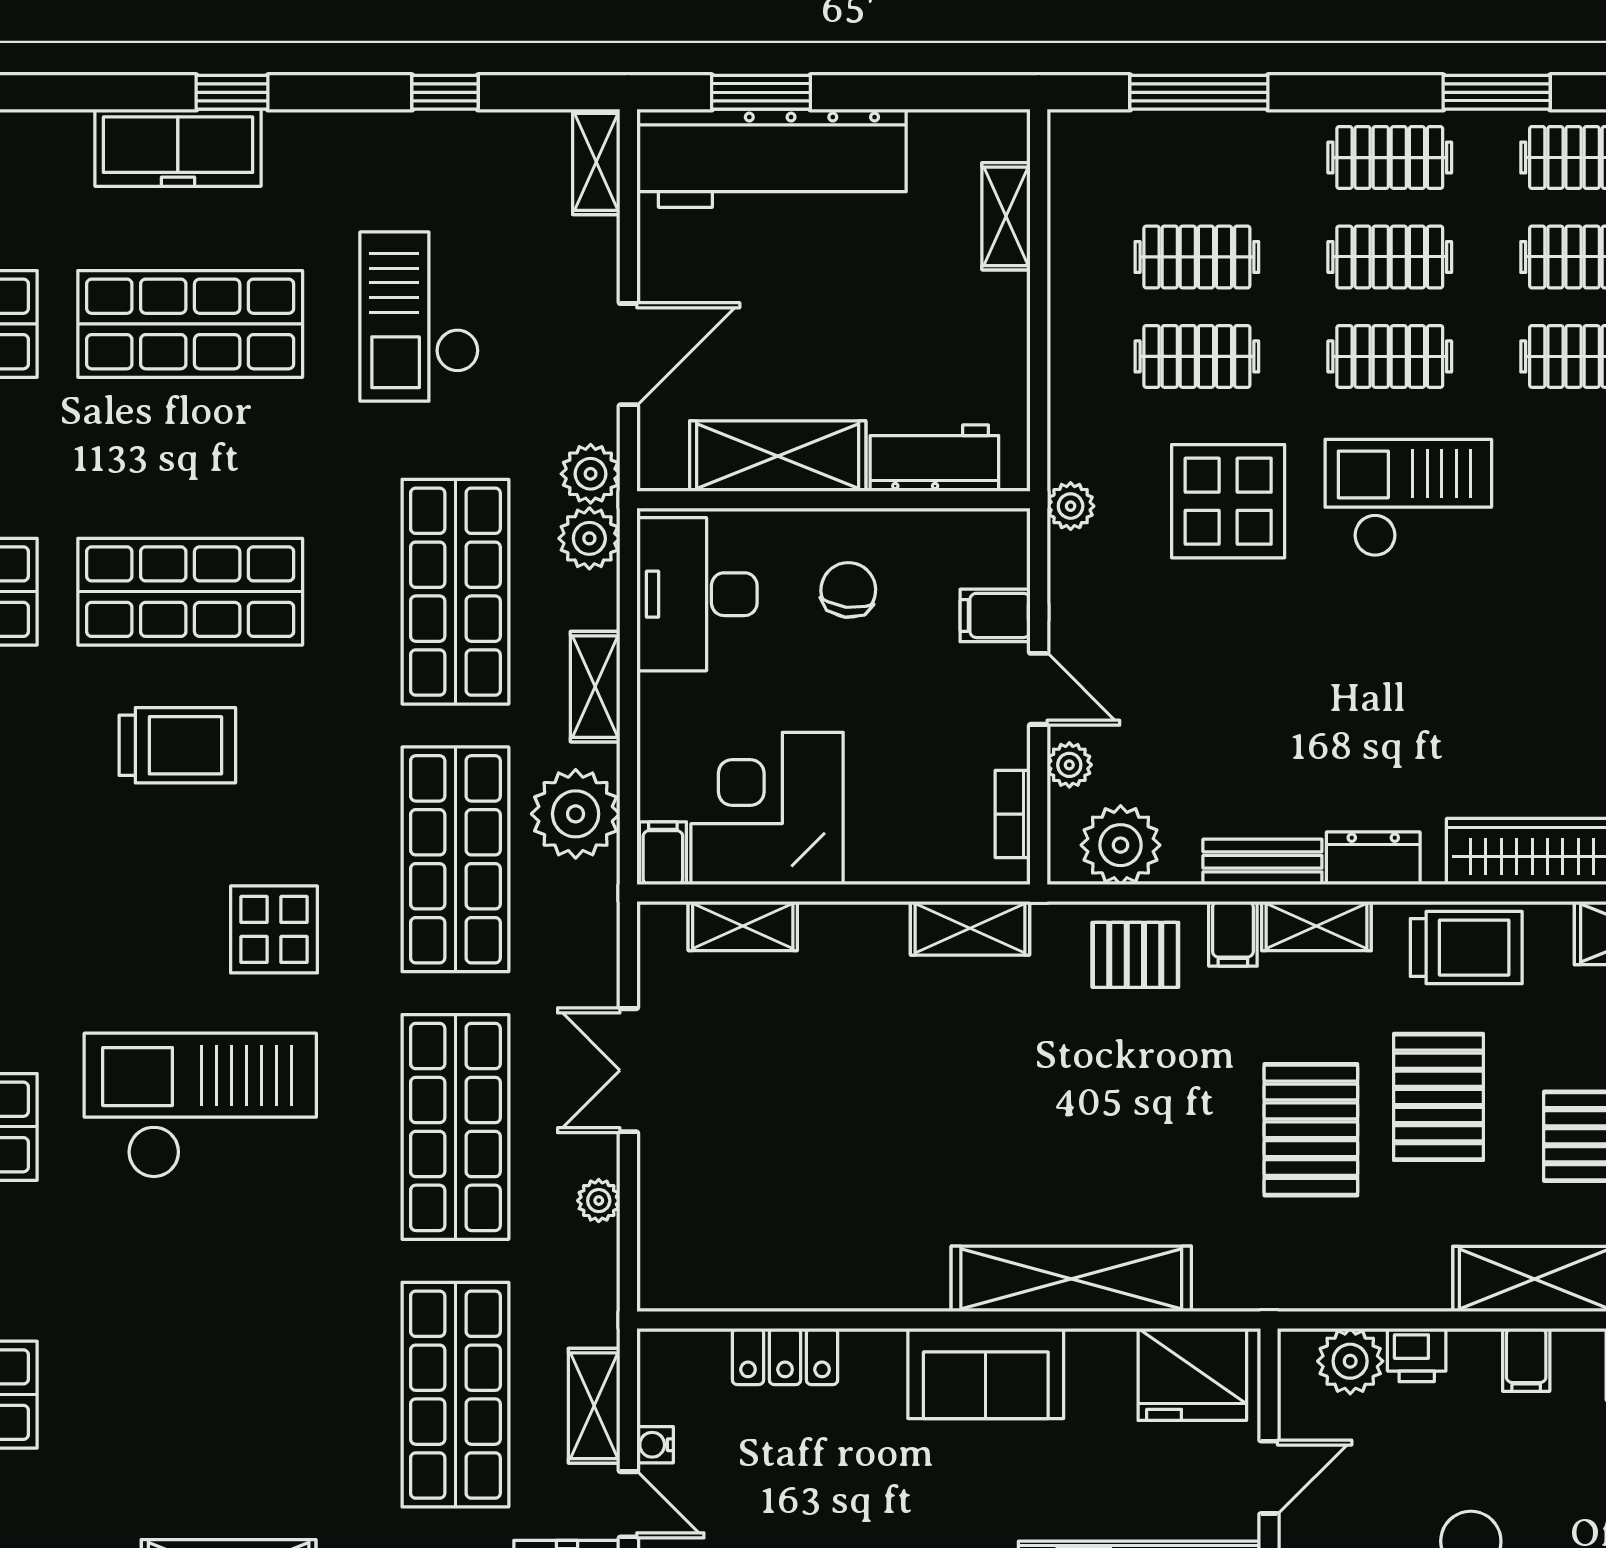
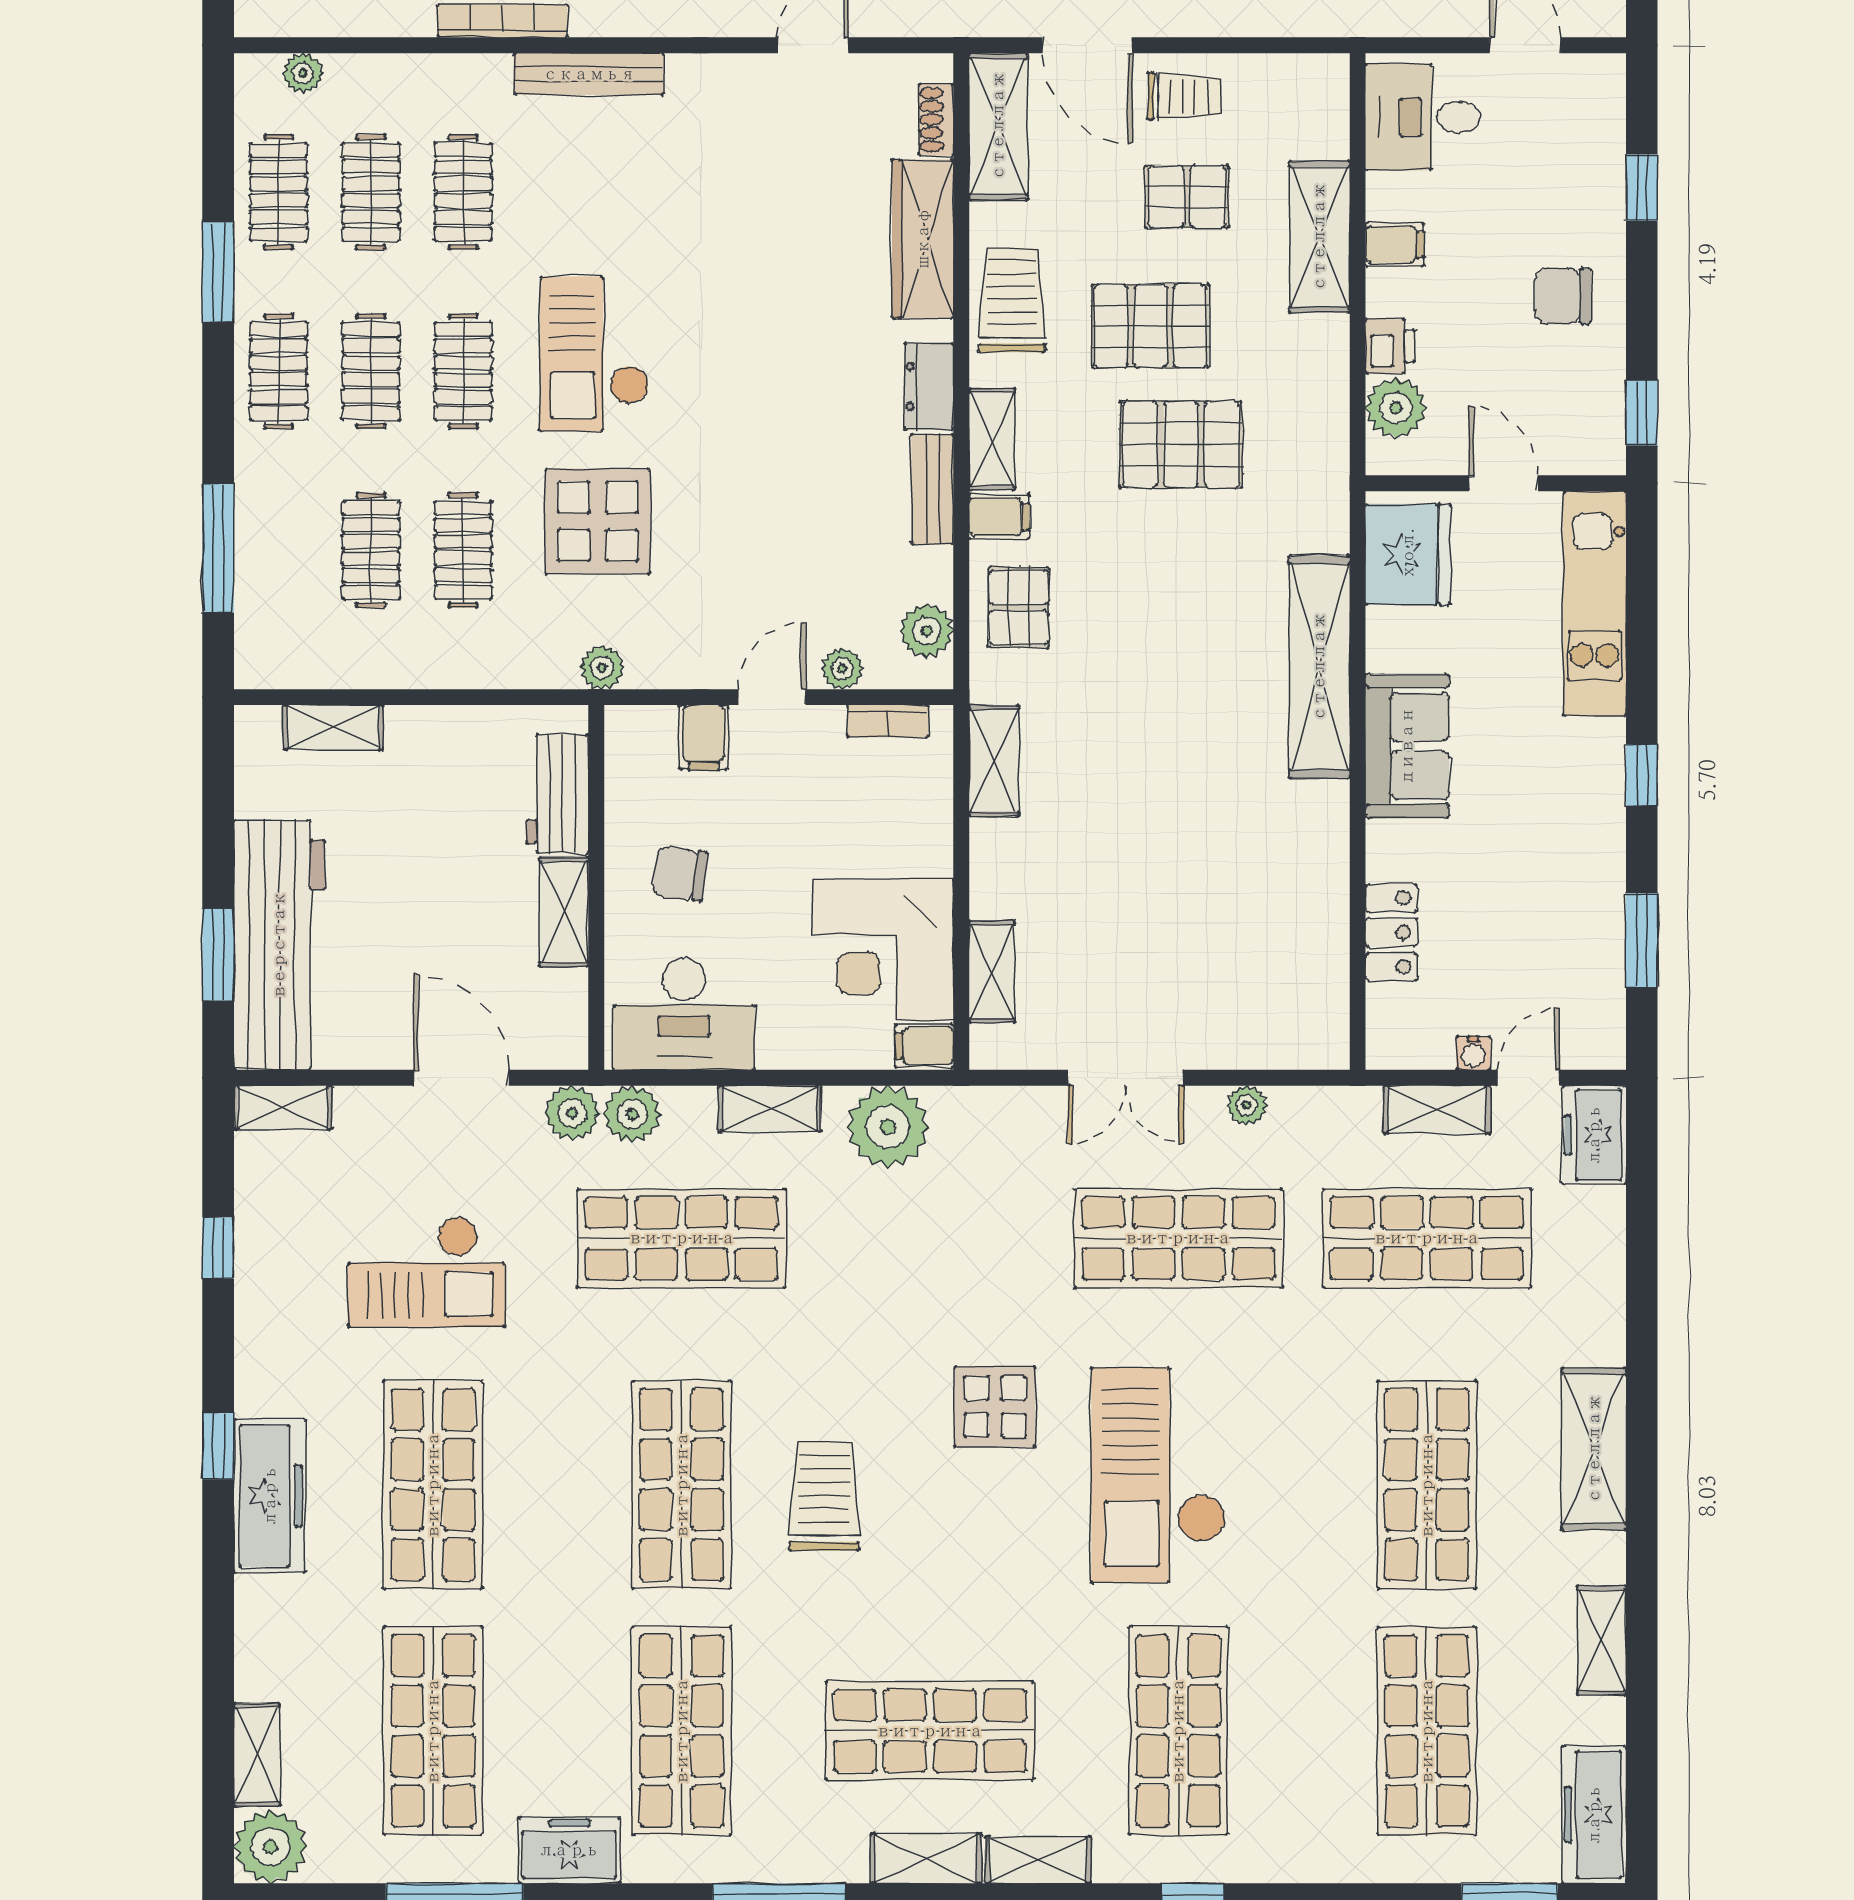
shelving: (778, 456) -> (564, 912), width x0.67, depth x0.75
plant: (1121, 845) -> (927, 631), width x0.73, depth x0.73
shop shelf: (455, 859) -> (1427, 1485), moved, turned 90

